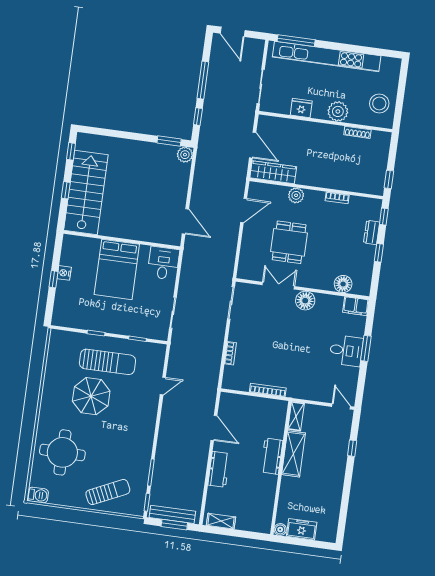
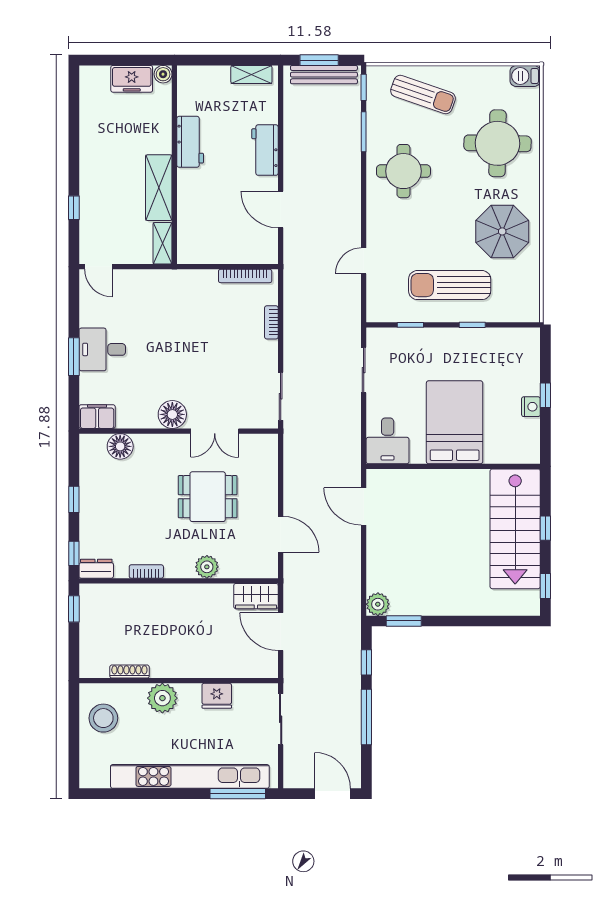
wardrobe: (273, 172) -> (256, 596), width x0.67
door: (244, 210) -> (281, 534), swing flipped
dresser: (372, 232) -> (96, 569), moved, turned -90
dining table: (289, 242) -> (208, 497), turned 90
bookcase: (268, 390) -> (245, 276), moved
parasol: (91, 396) -> (502, 231), moved
round table: (128, 442) -> (403, 171), added
workbench: (272, 456) -> (190, 142), moved
sun lounger: (108, 492) -> (423, 94), turned -136

